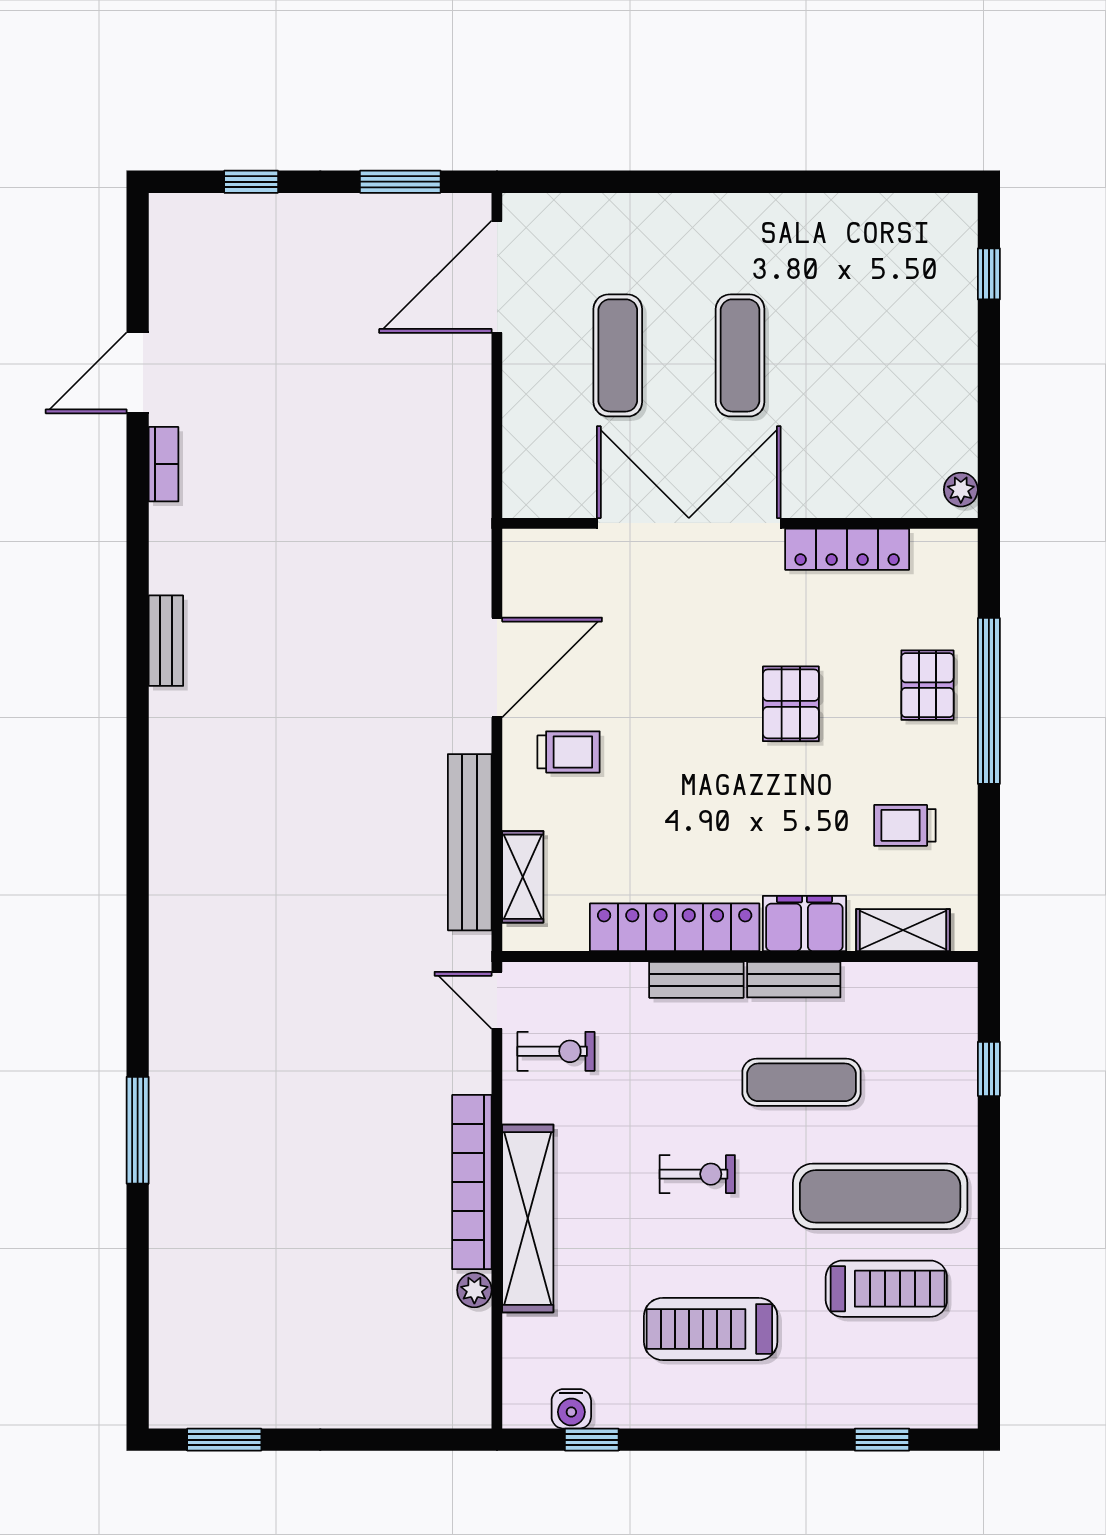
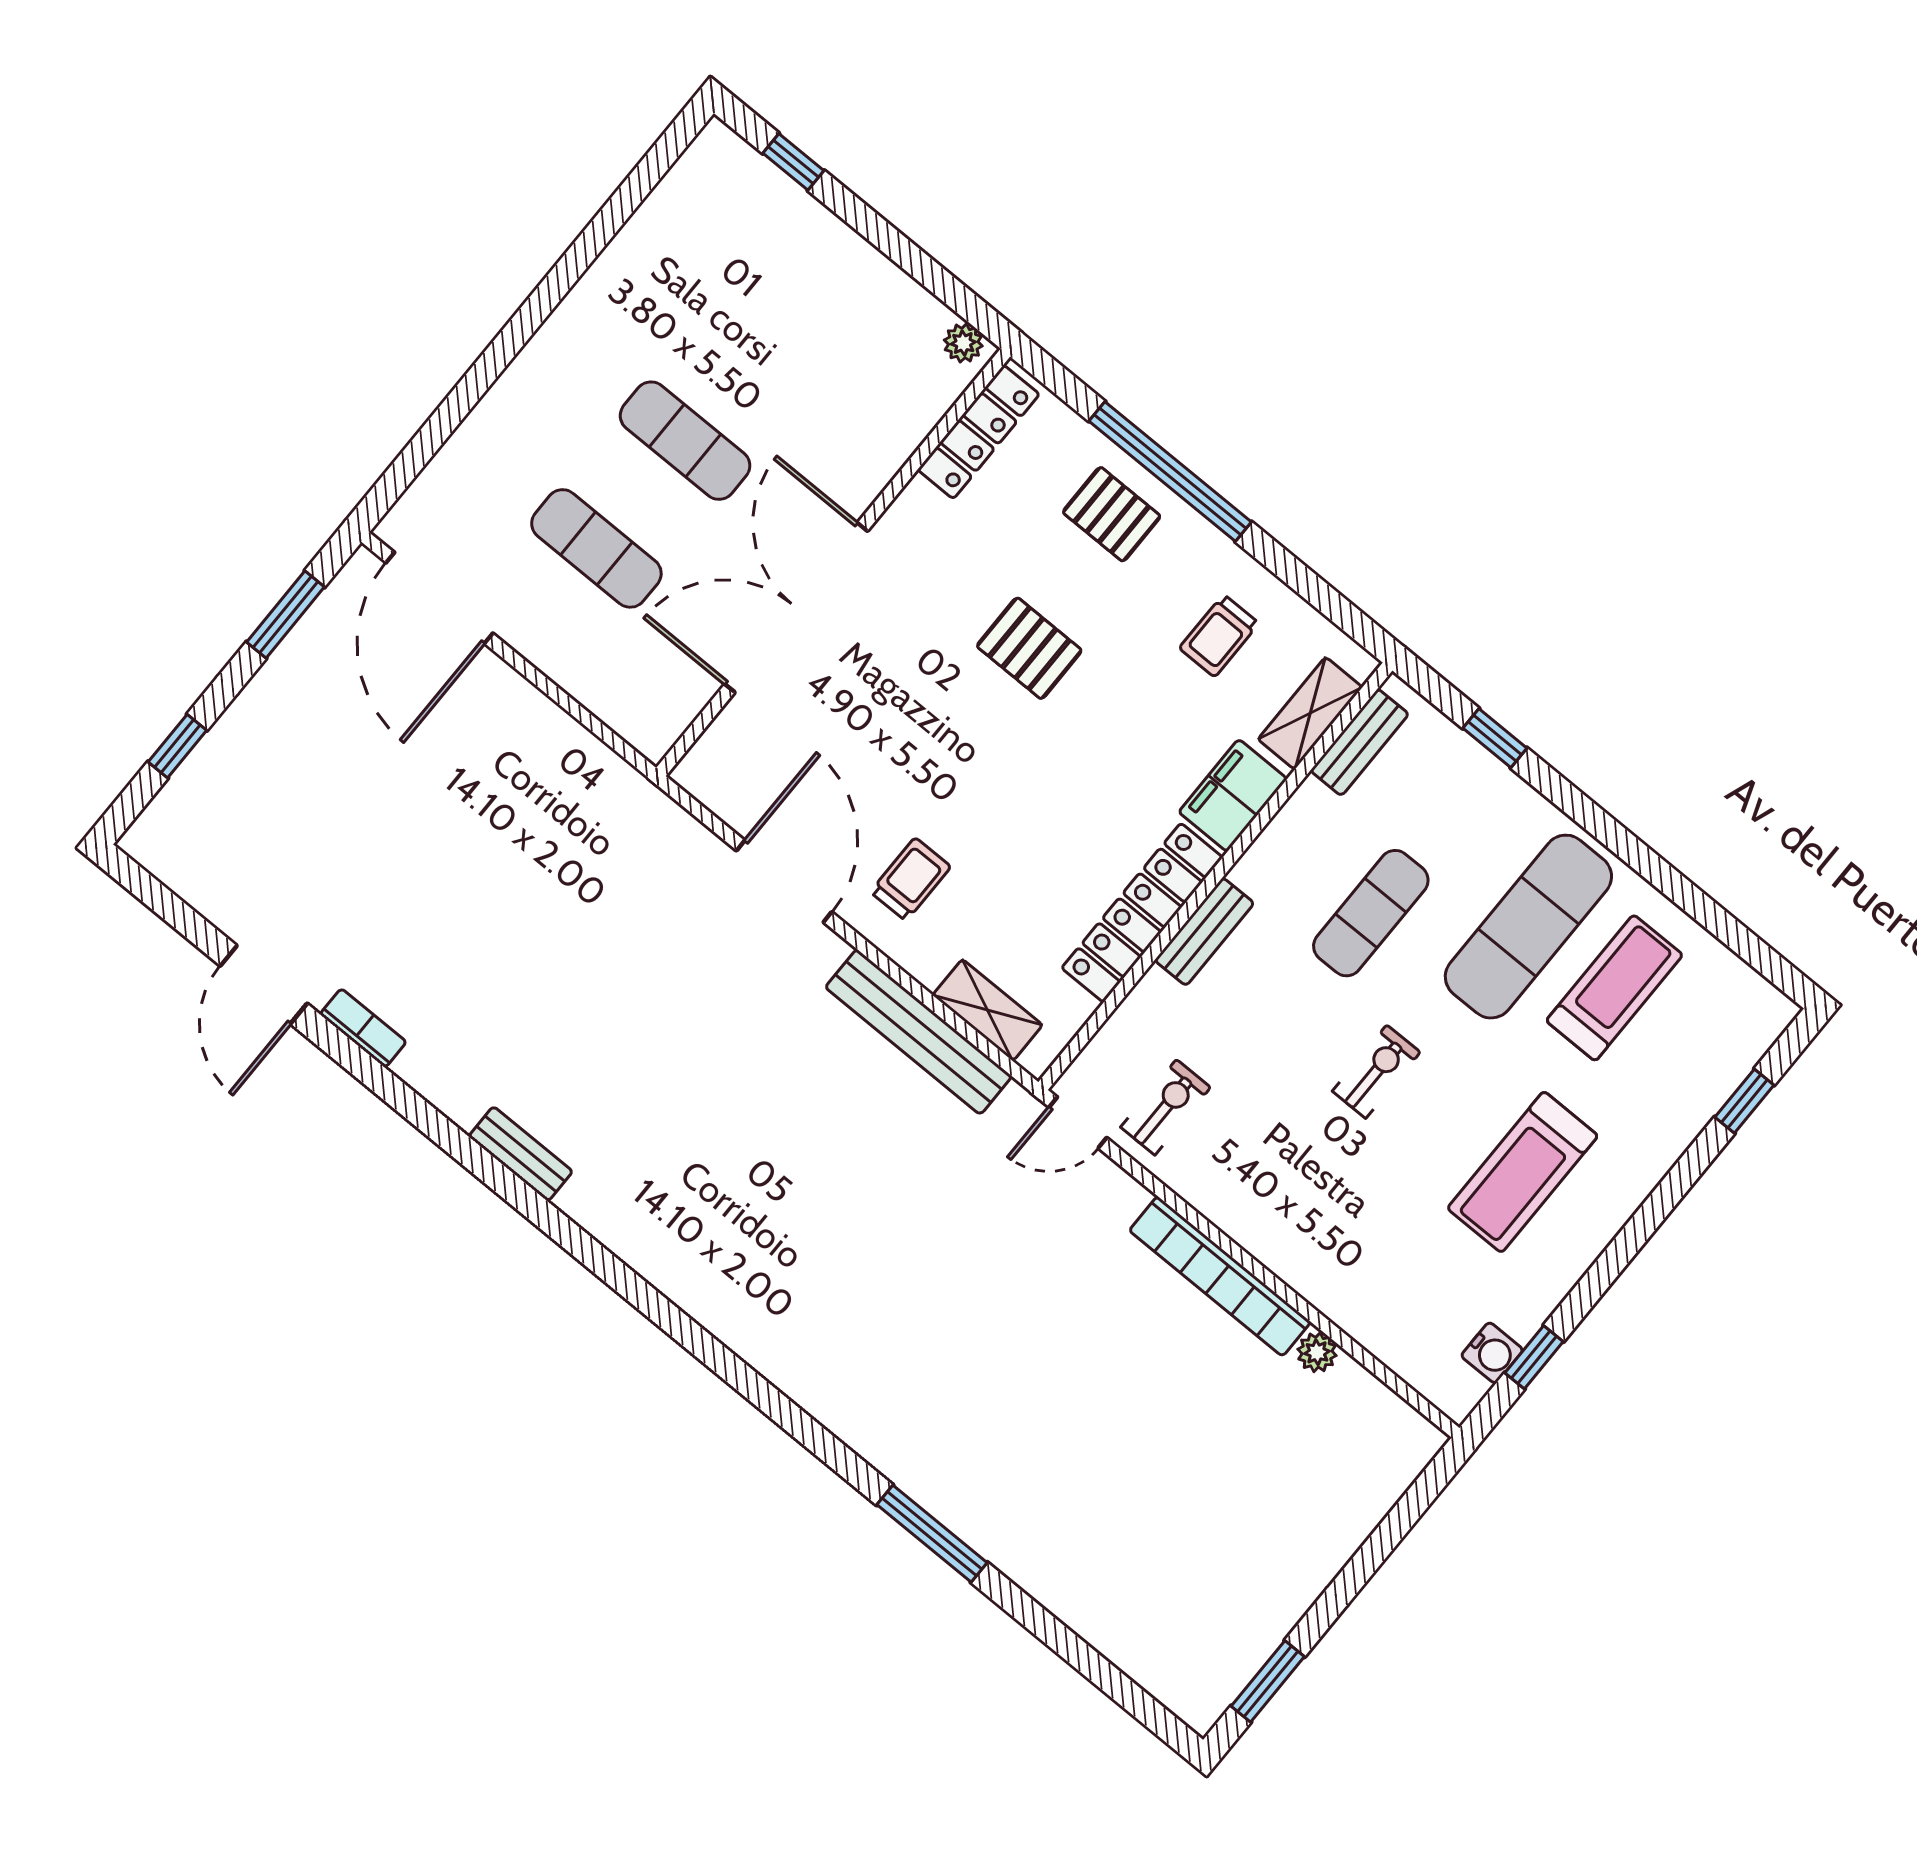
locker: (847, 549) -> (978, 432), moved
bench: (794, 980) -> (1360, 742), moved
shelving: (528, 1218) -> (1293, 1253), removed

